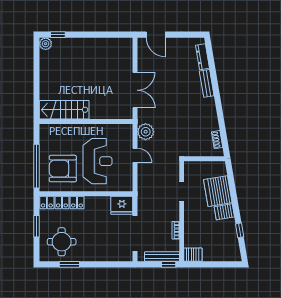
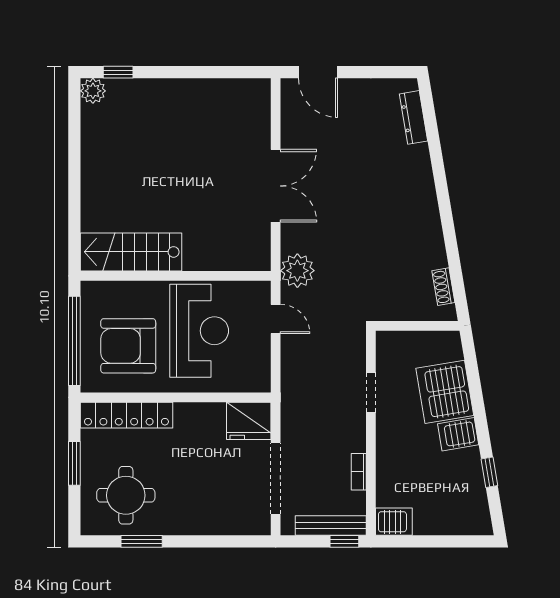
bench: (207, 83) -> (422, 172), removed
stairs: (64, 110) -> (131, 252), moved
wall: (86, 121) -> (176, 276), moved

